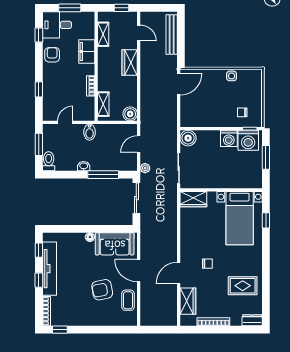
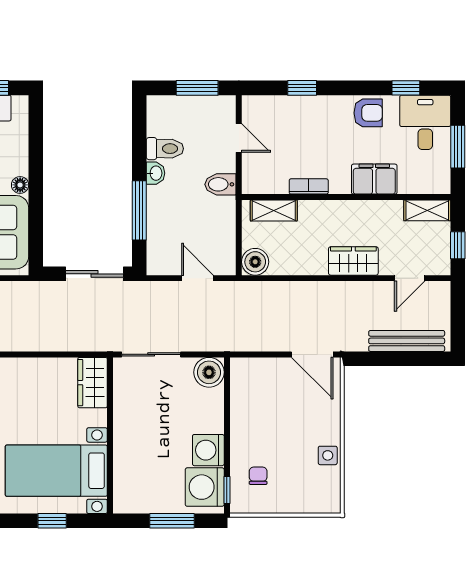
shelving: (103, 34) -> (427, 210), moved
toilet: (49, 161) -> (165, 149), moved
plant: (145, 168) -> (152, 290), removed

